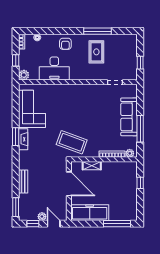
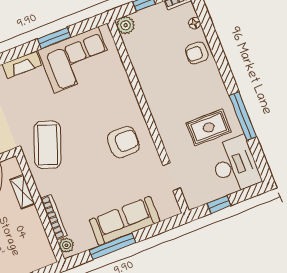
armchair: (65, 44) -> (197, 53), moved
desk: (54, 69) -> (235, 165), moved, turned 180
armchair: (86, 101) -> (123, 142), added
window: (16, 137) -> (54, 38), moved

